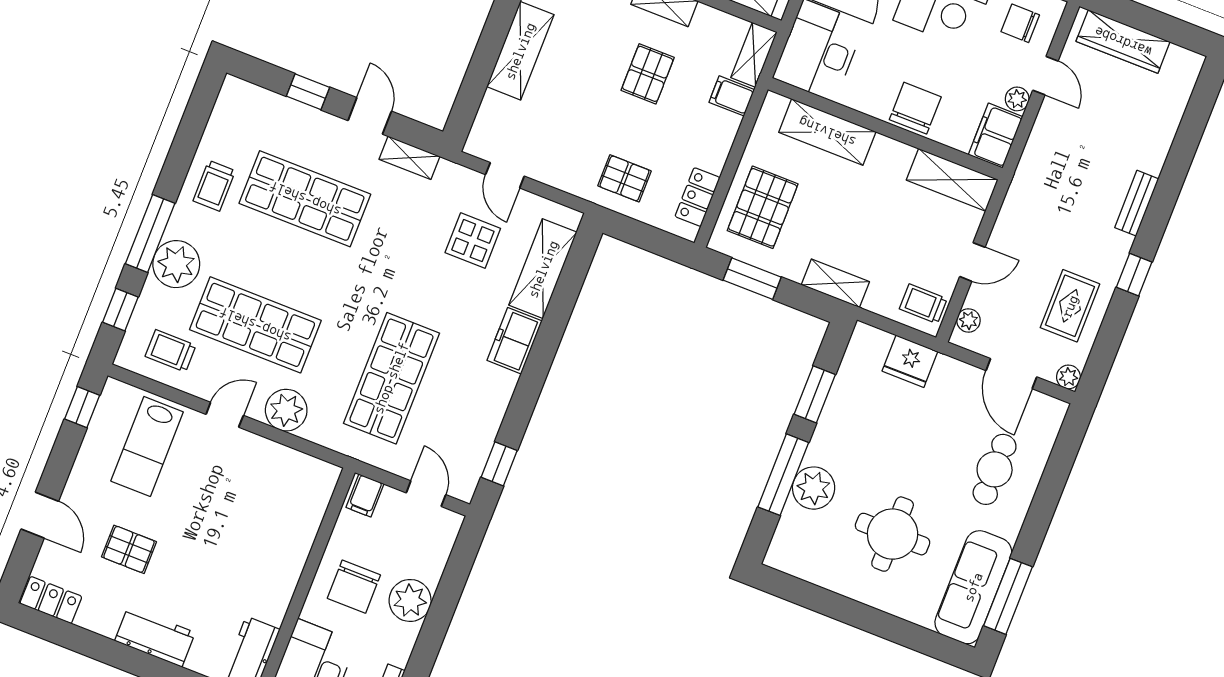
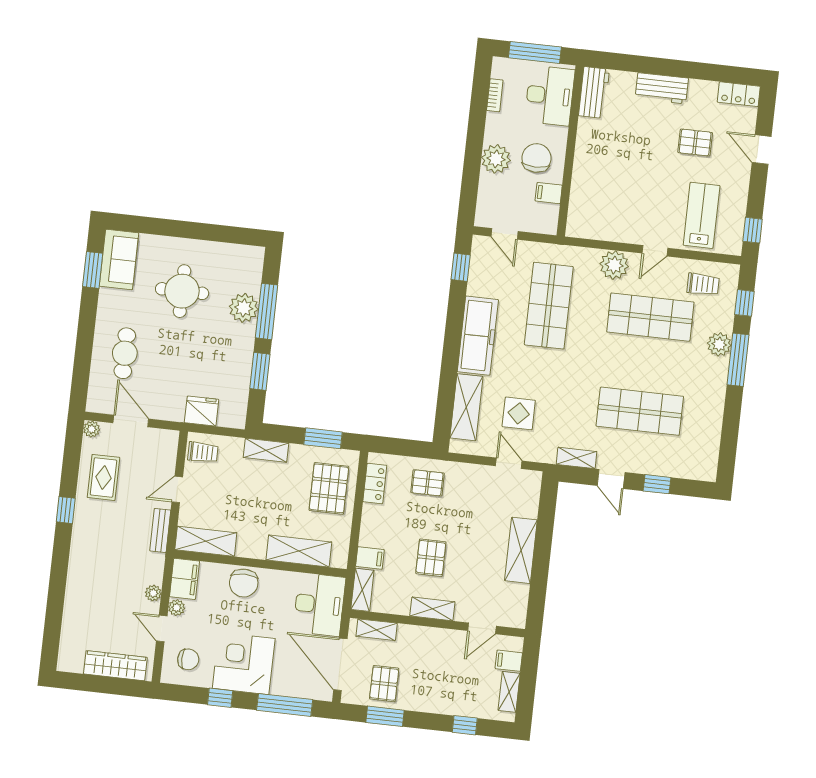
trolley: (214, 186) -> (703, 404), removed
bench: (1137, 203) -> (160, 530), moved
plant: (176, 264) -> (719, 344), width x0.73, depth x0.73
plant: (968, 320) -> (153, 593), moved
freezer: (515, 341) -> (478, 336), width x1.91, depth x1.26
filing cabinet: (365, 496) -> (549, 193), moved, turned -90
sofa: (973, 587) -> (119, 259), width x0.73
window: (1008, 596) -> (93, 270), width x0.69

